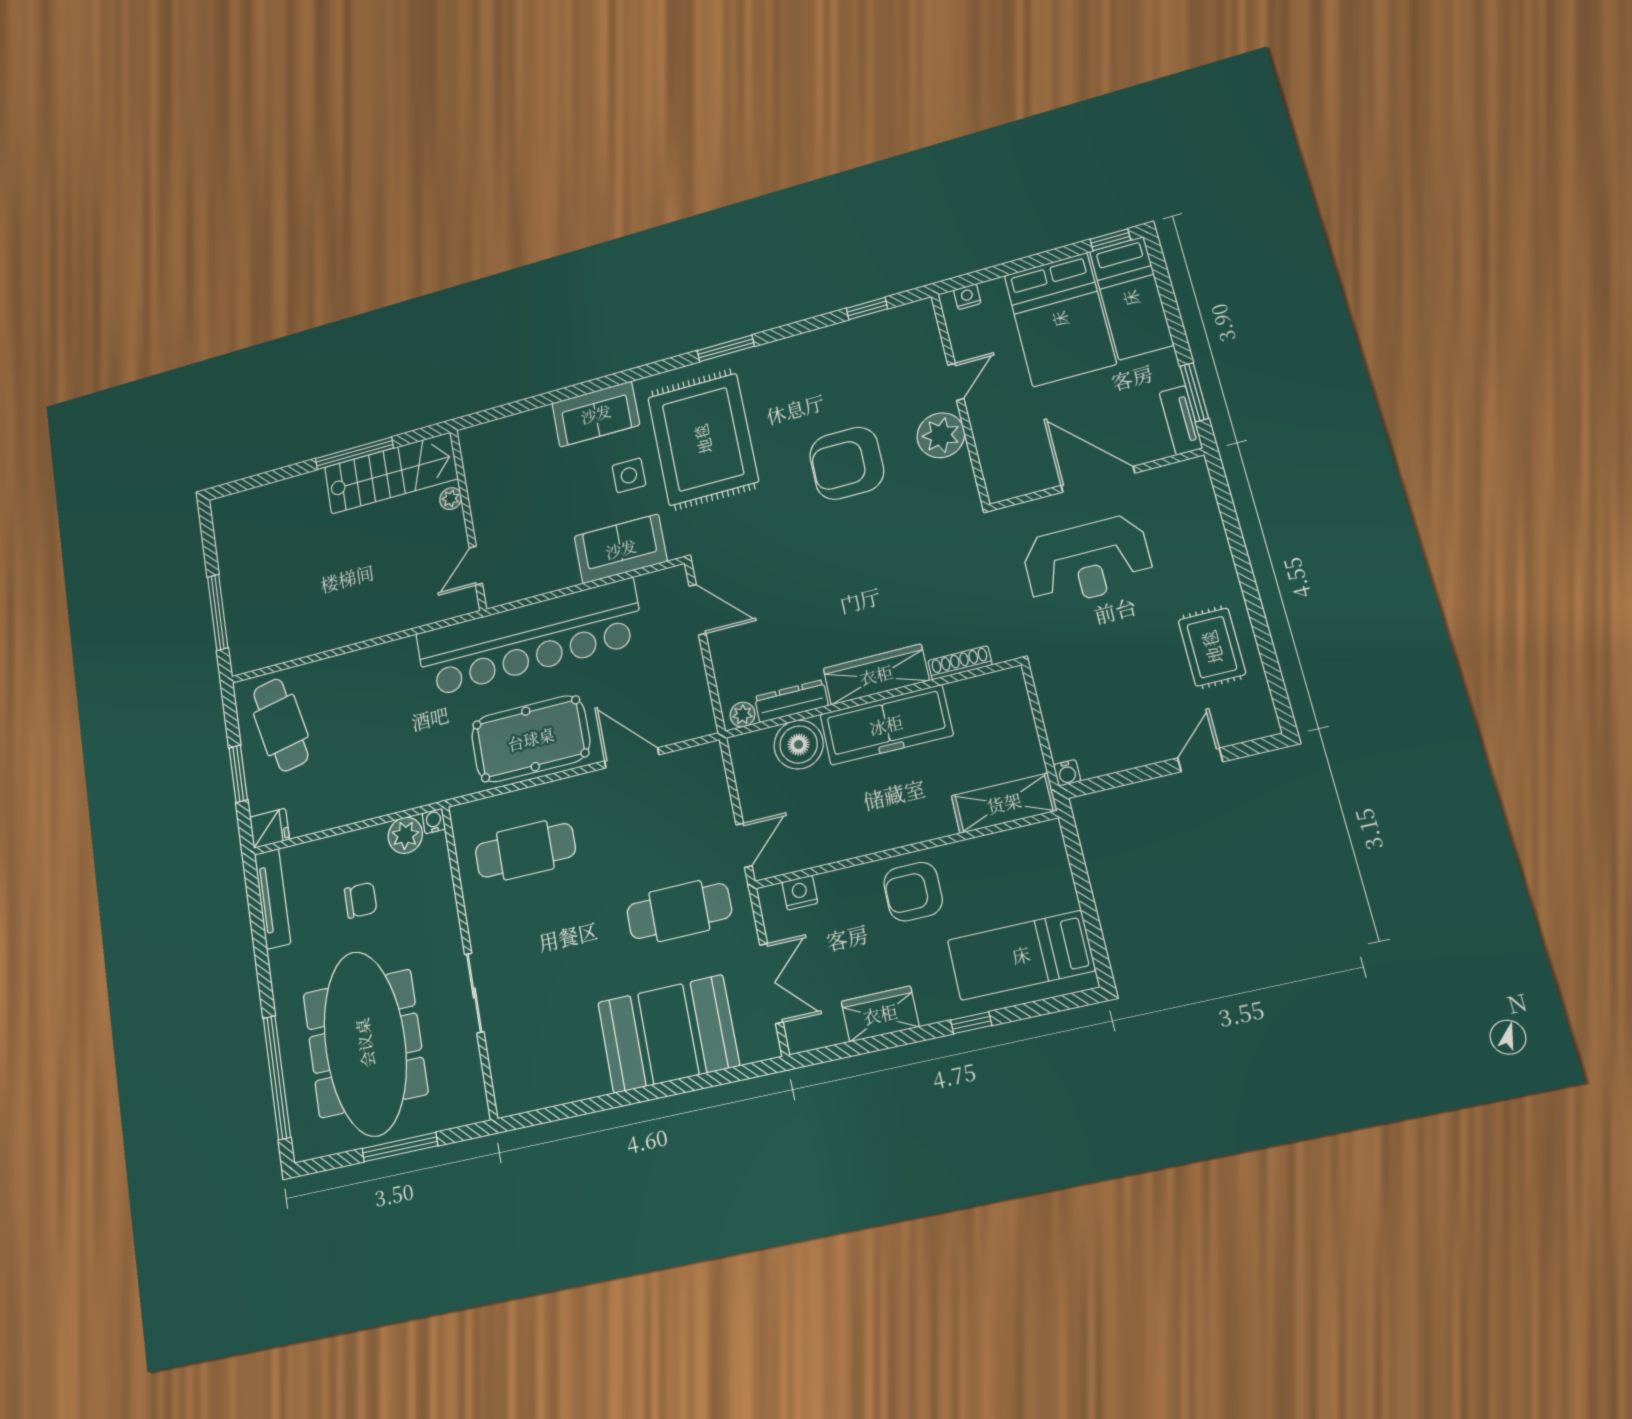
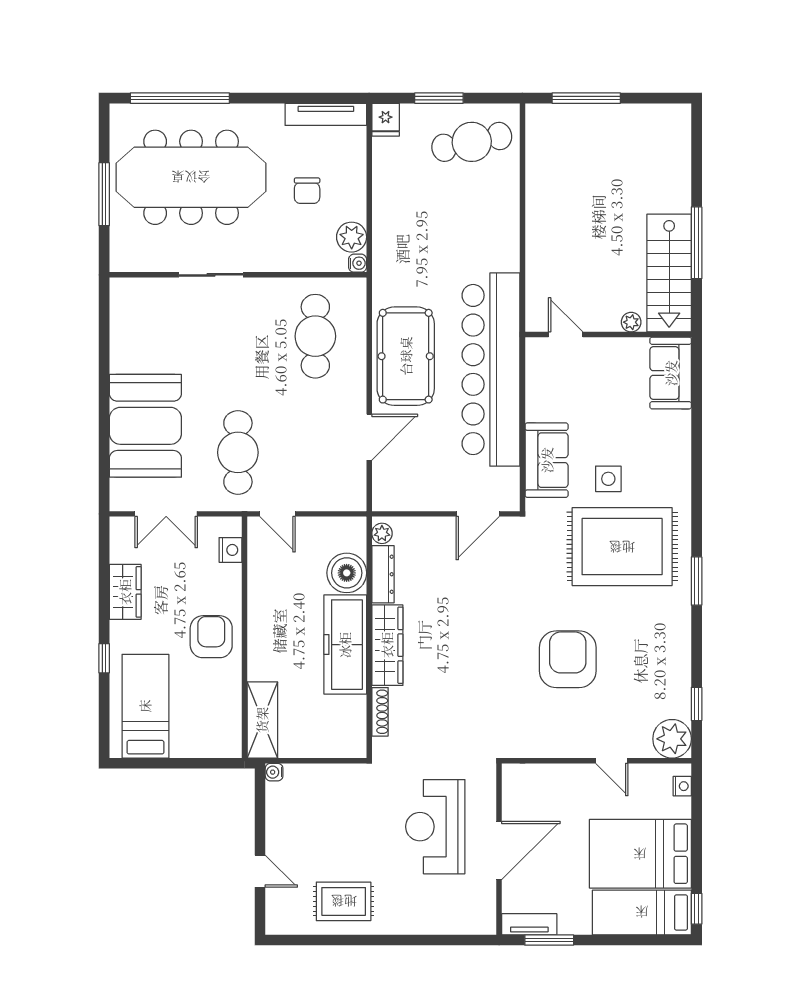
sofa: (596, 414) -> (671, 373), moved
plant: (941, 435) -> (672, 739), moved

